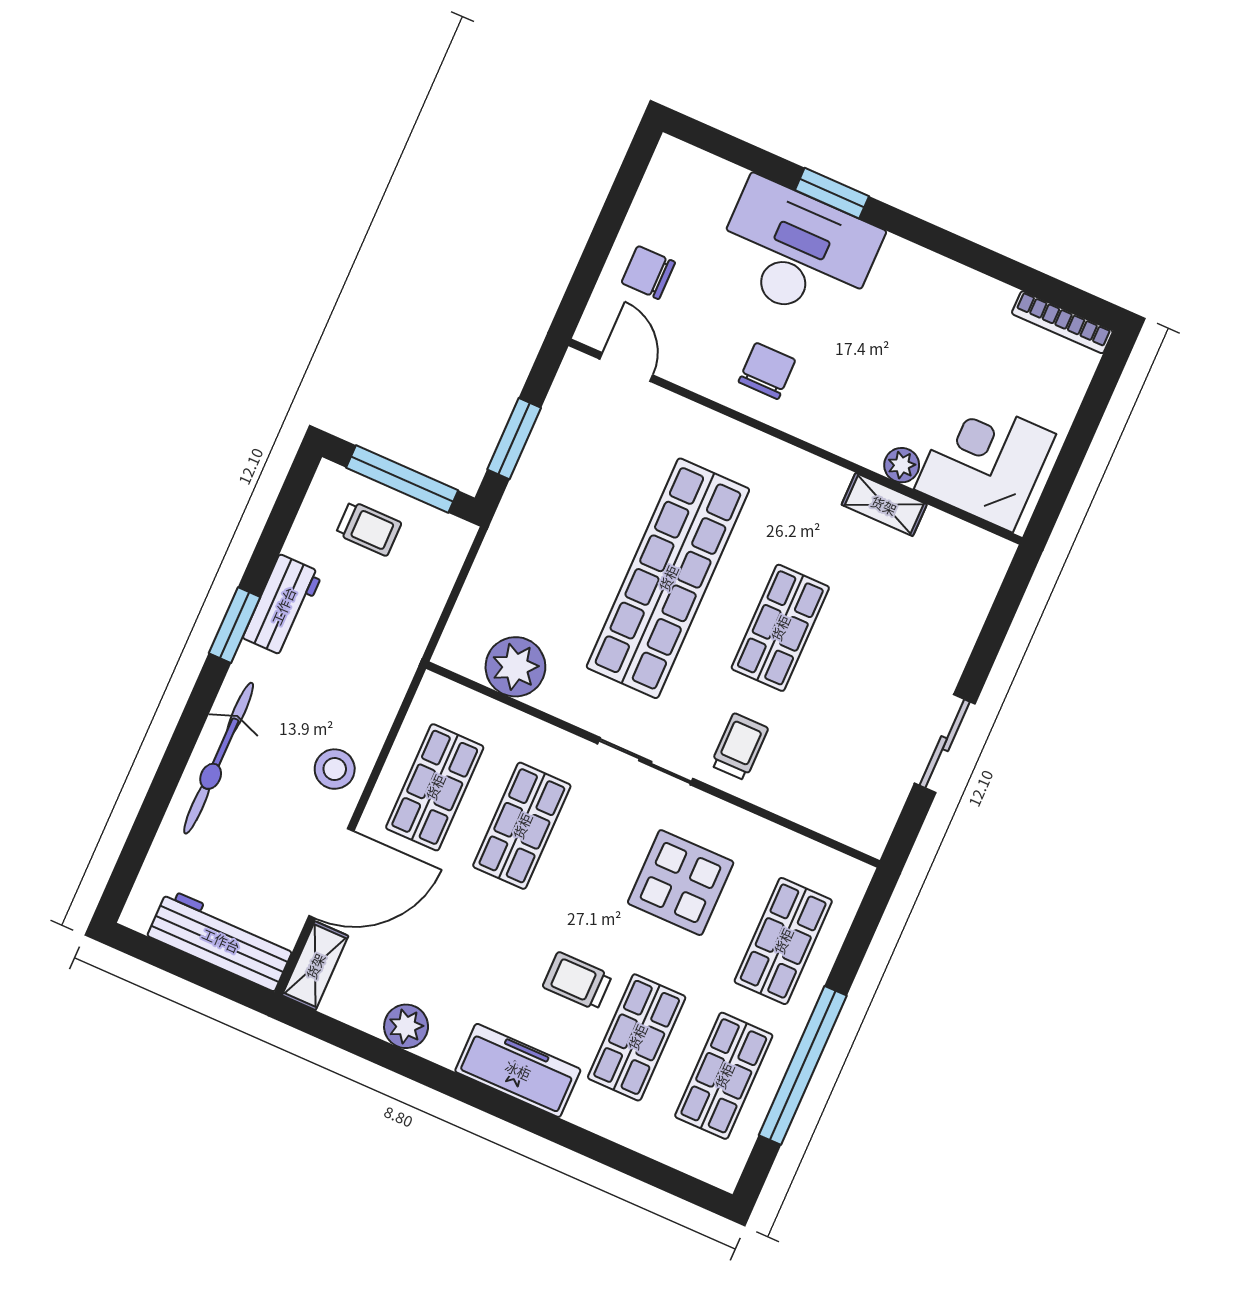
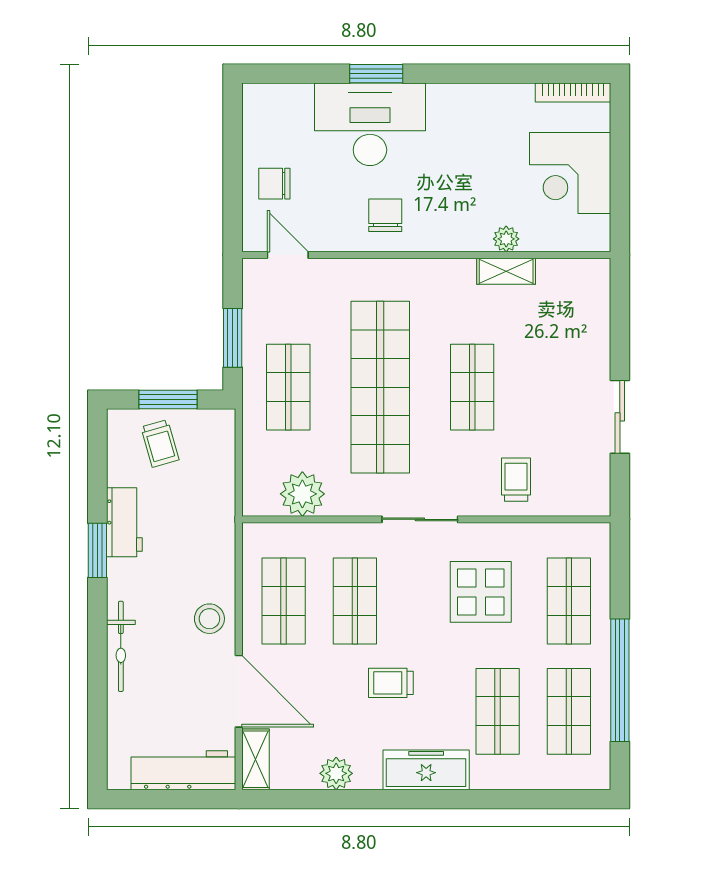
corner desk: (985, 462) -> (570, 173), moved, turned -90
window: (402, 479) -> (168, 399), width x0.69
trolley: (369, 528) -> (160, 443), turned 74
shop shelf: (556, 529) -> (288, 387), added
trolley: (739, 747) -> (516, 480), moved
bicycle: (219, 758) -> (121, 646), width x0.73, depth x0.71
door: (331, 873) -> (239, 691), hinge flipped
trolley: (577, 981) -> (391, 683), moved

